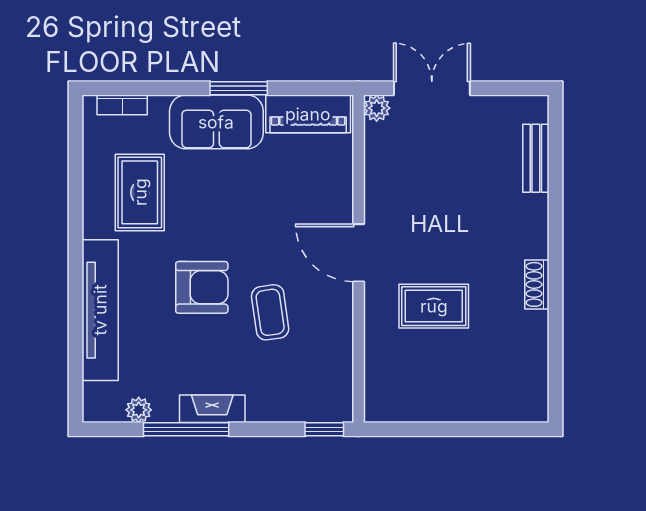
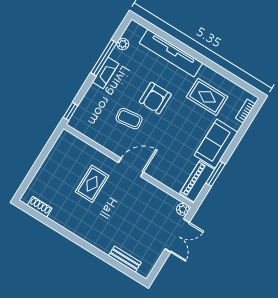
window: (239, 88) -> (216, 174), moved
shoe rack: (537, 284) -> (40, 207), moved

